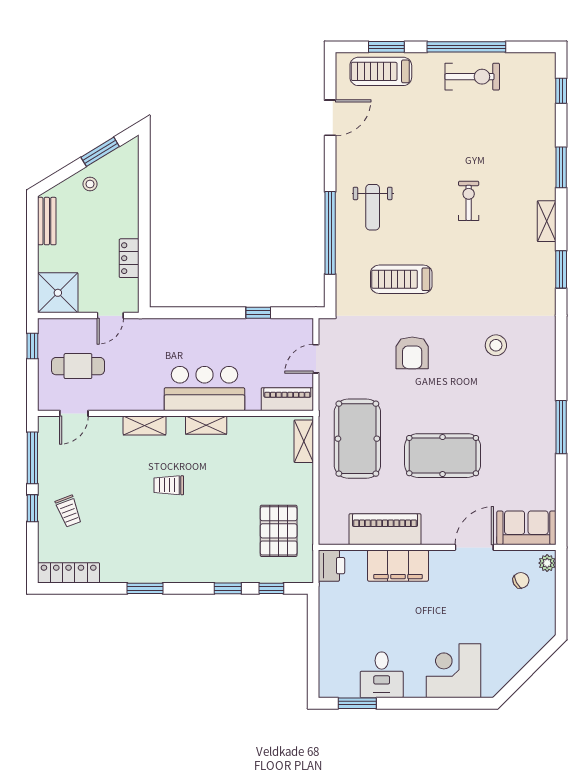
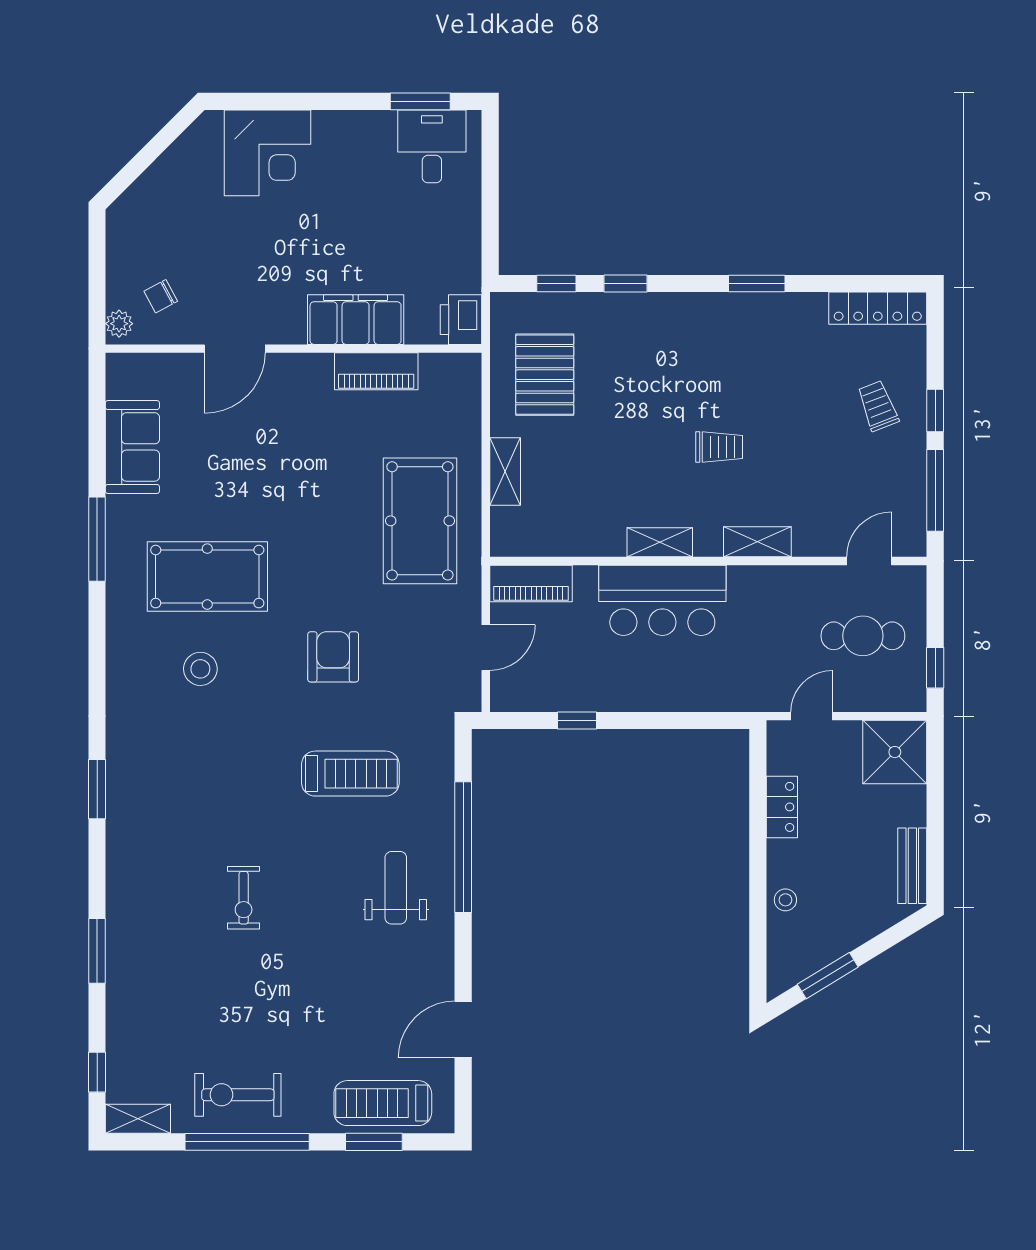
treadmill: (381, 71) -> (383, 1103), turned 180
stool: (90, 184) -> (785, 900), moved
shelving: (547, 221) -> (138, 1119), moved, turned 90
shelving: (304, 441) -> (505, 472), moved
pool table: (443, 456) -> (207, 577), moved
sofa: (526, 528) -> (132, 447), moved, turned -90
piano: (385, 529) -> (376, 371), width x0.73, depth x0.75
desk: (382, 675) -> (432, 146), moved

